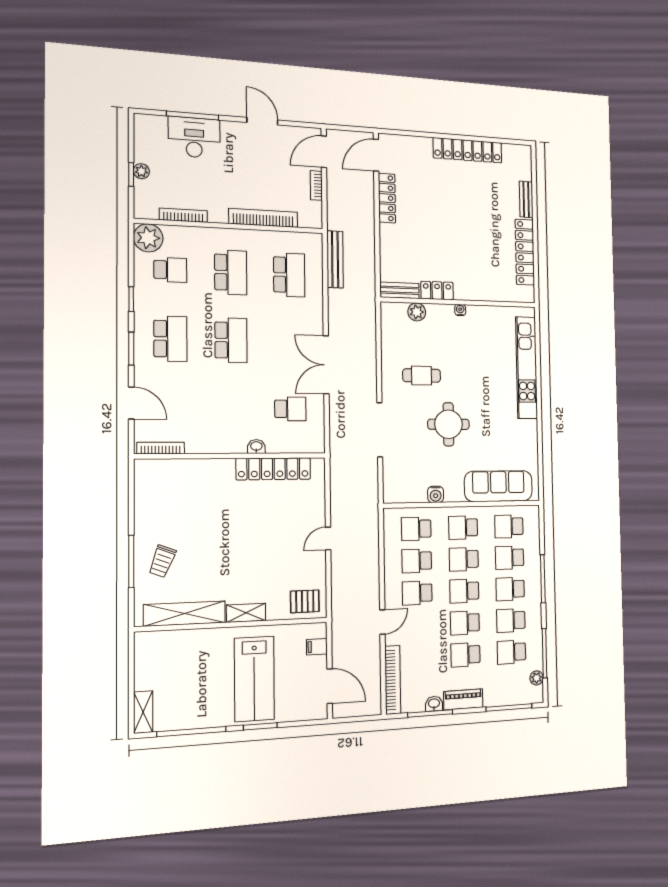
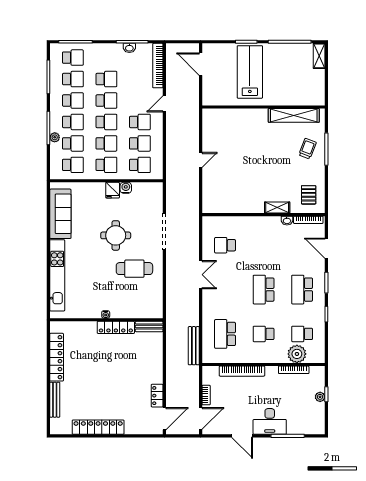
desk: (194, 137) -> (270, 421), moved
locker: (387, 198) -> (157, 396), width x0.66
bench: (526, 199) -> (55, 400), width x1.36
plant: (148, 238) -> (297, 354), moved
school desk: (231, 272) -> (264, 334), width x0.54
locker: (437, 291) -> (116, 327), width x1.53
plant: (417, 312) -> (137, 312), removed
double door: (326, 365) -> (201, 275), width x0.73
cafe table: (422, 375) -> (134, 269), width x1.37, depth x1.35
washbasin: (256, 446) -> (287, 221), moved
locker: (273, 469) -> (237, 206), removed
sofa: (498, 486) -> (60, 214), moved, turned -90
fridge: (454, 490) -> (113, 190), added
pallet: (305, 601) -> (309, 195), moved, turned 90
shelving: (246, 613) -> (277, 208), moved
filing cabinet: (317, 647) -> (209, 90), removed
plant: (537, 678) -> (55, 137), moved
school desk: (512, 684) -> (73, 58), added
piano: (463, 699) -> (109, 49), removed

